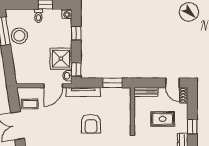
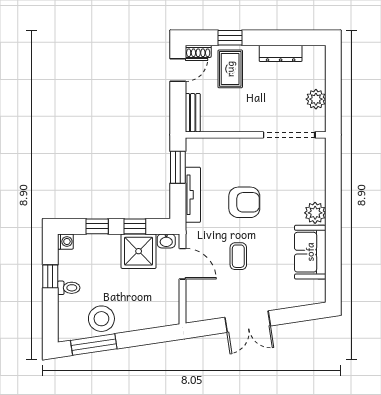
window: (76, 69) -> (135, 226), moved
tv unit: (83, 92) -> (193, 195), moved
coffee table: (30, 104) -> (238, 256), moved
rug: (163, 119) -> (230, 69), moved
window: (192, 127) -> (230, 38), moved

